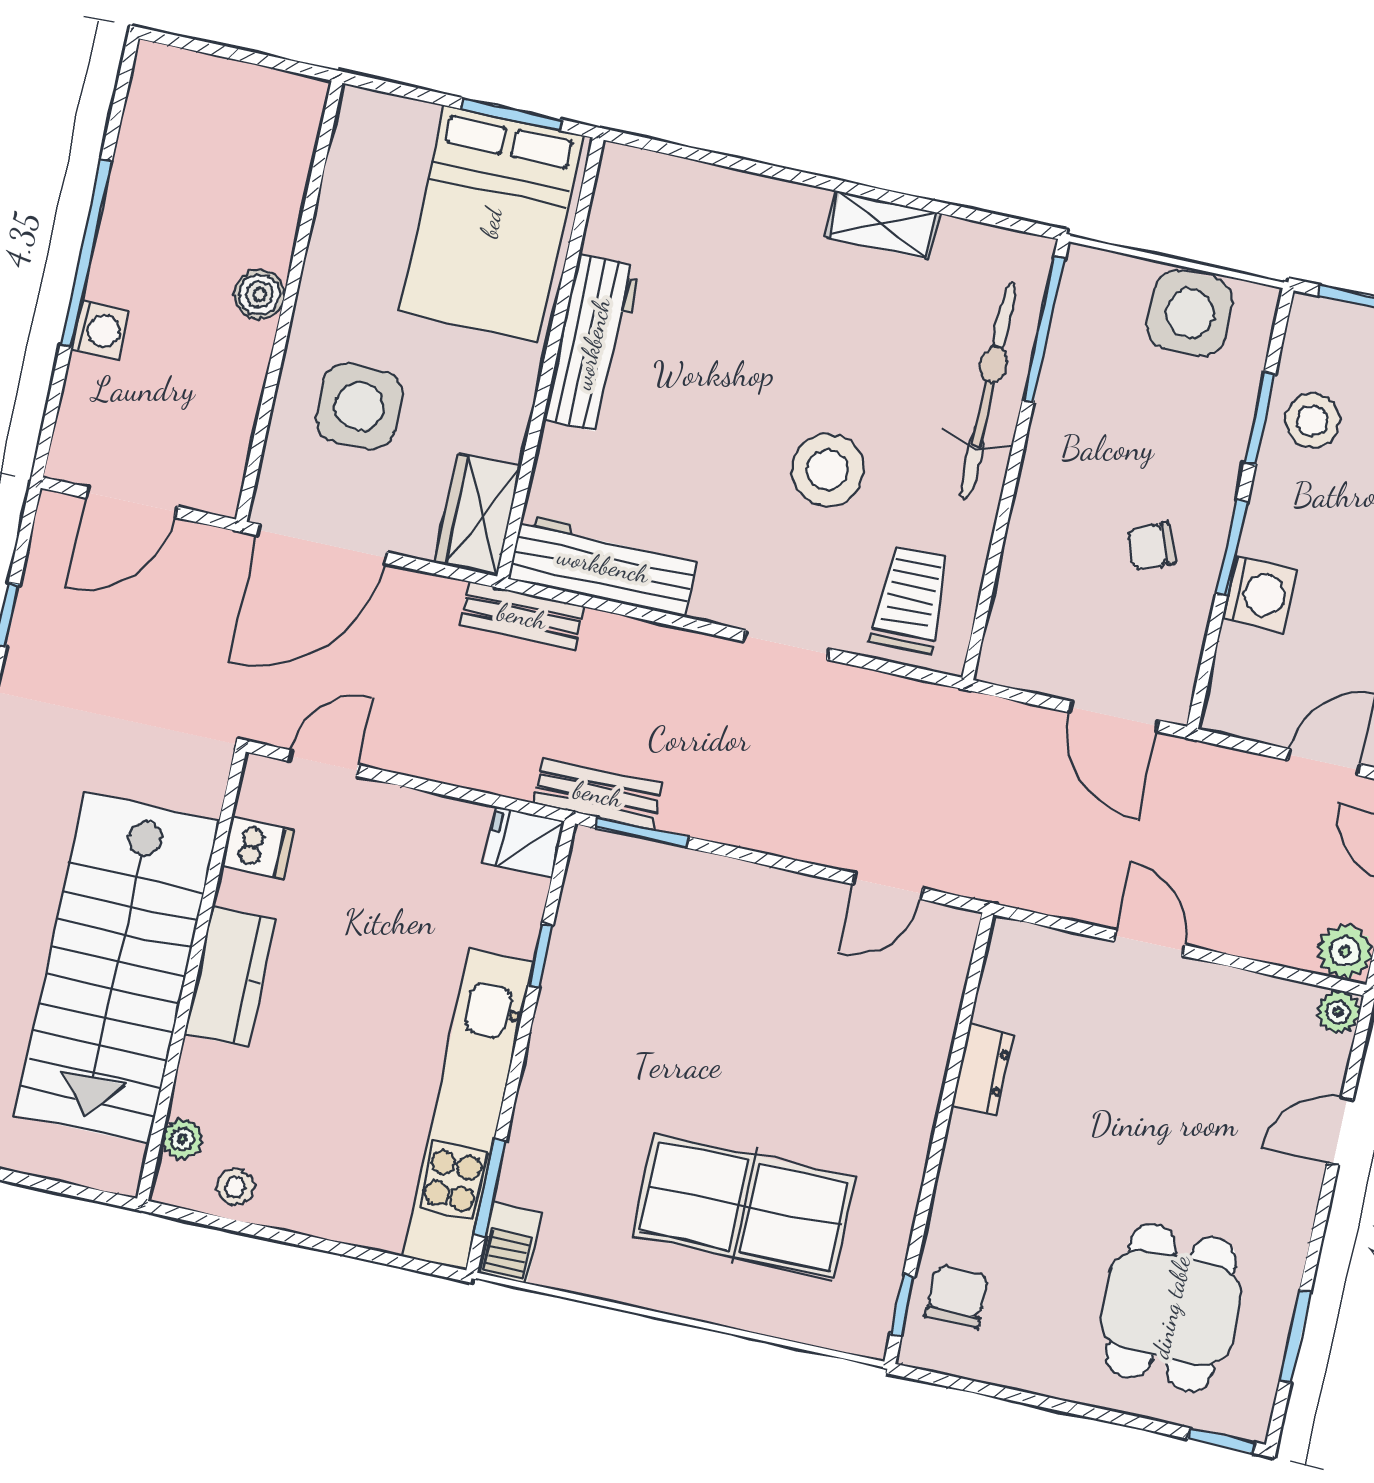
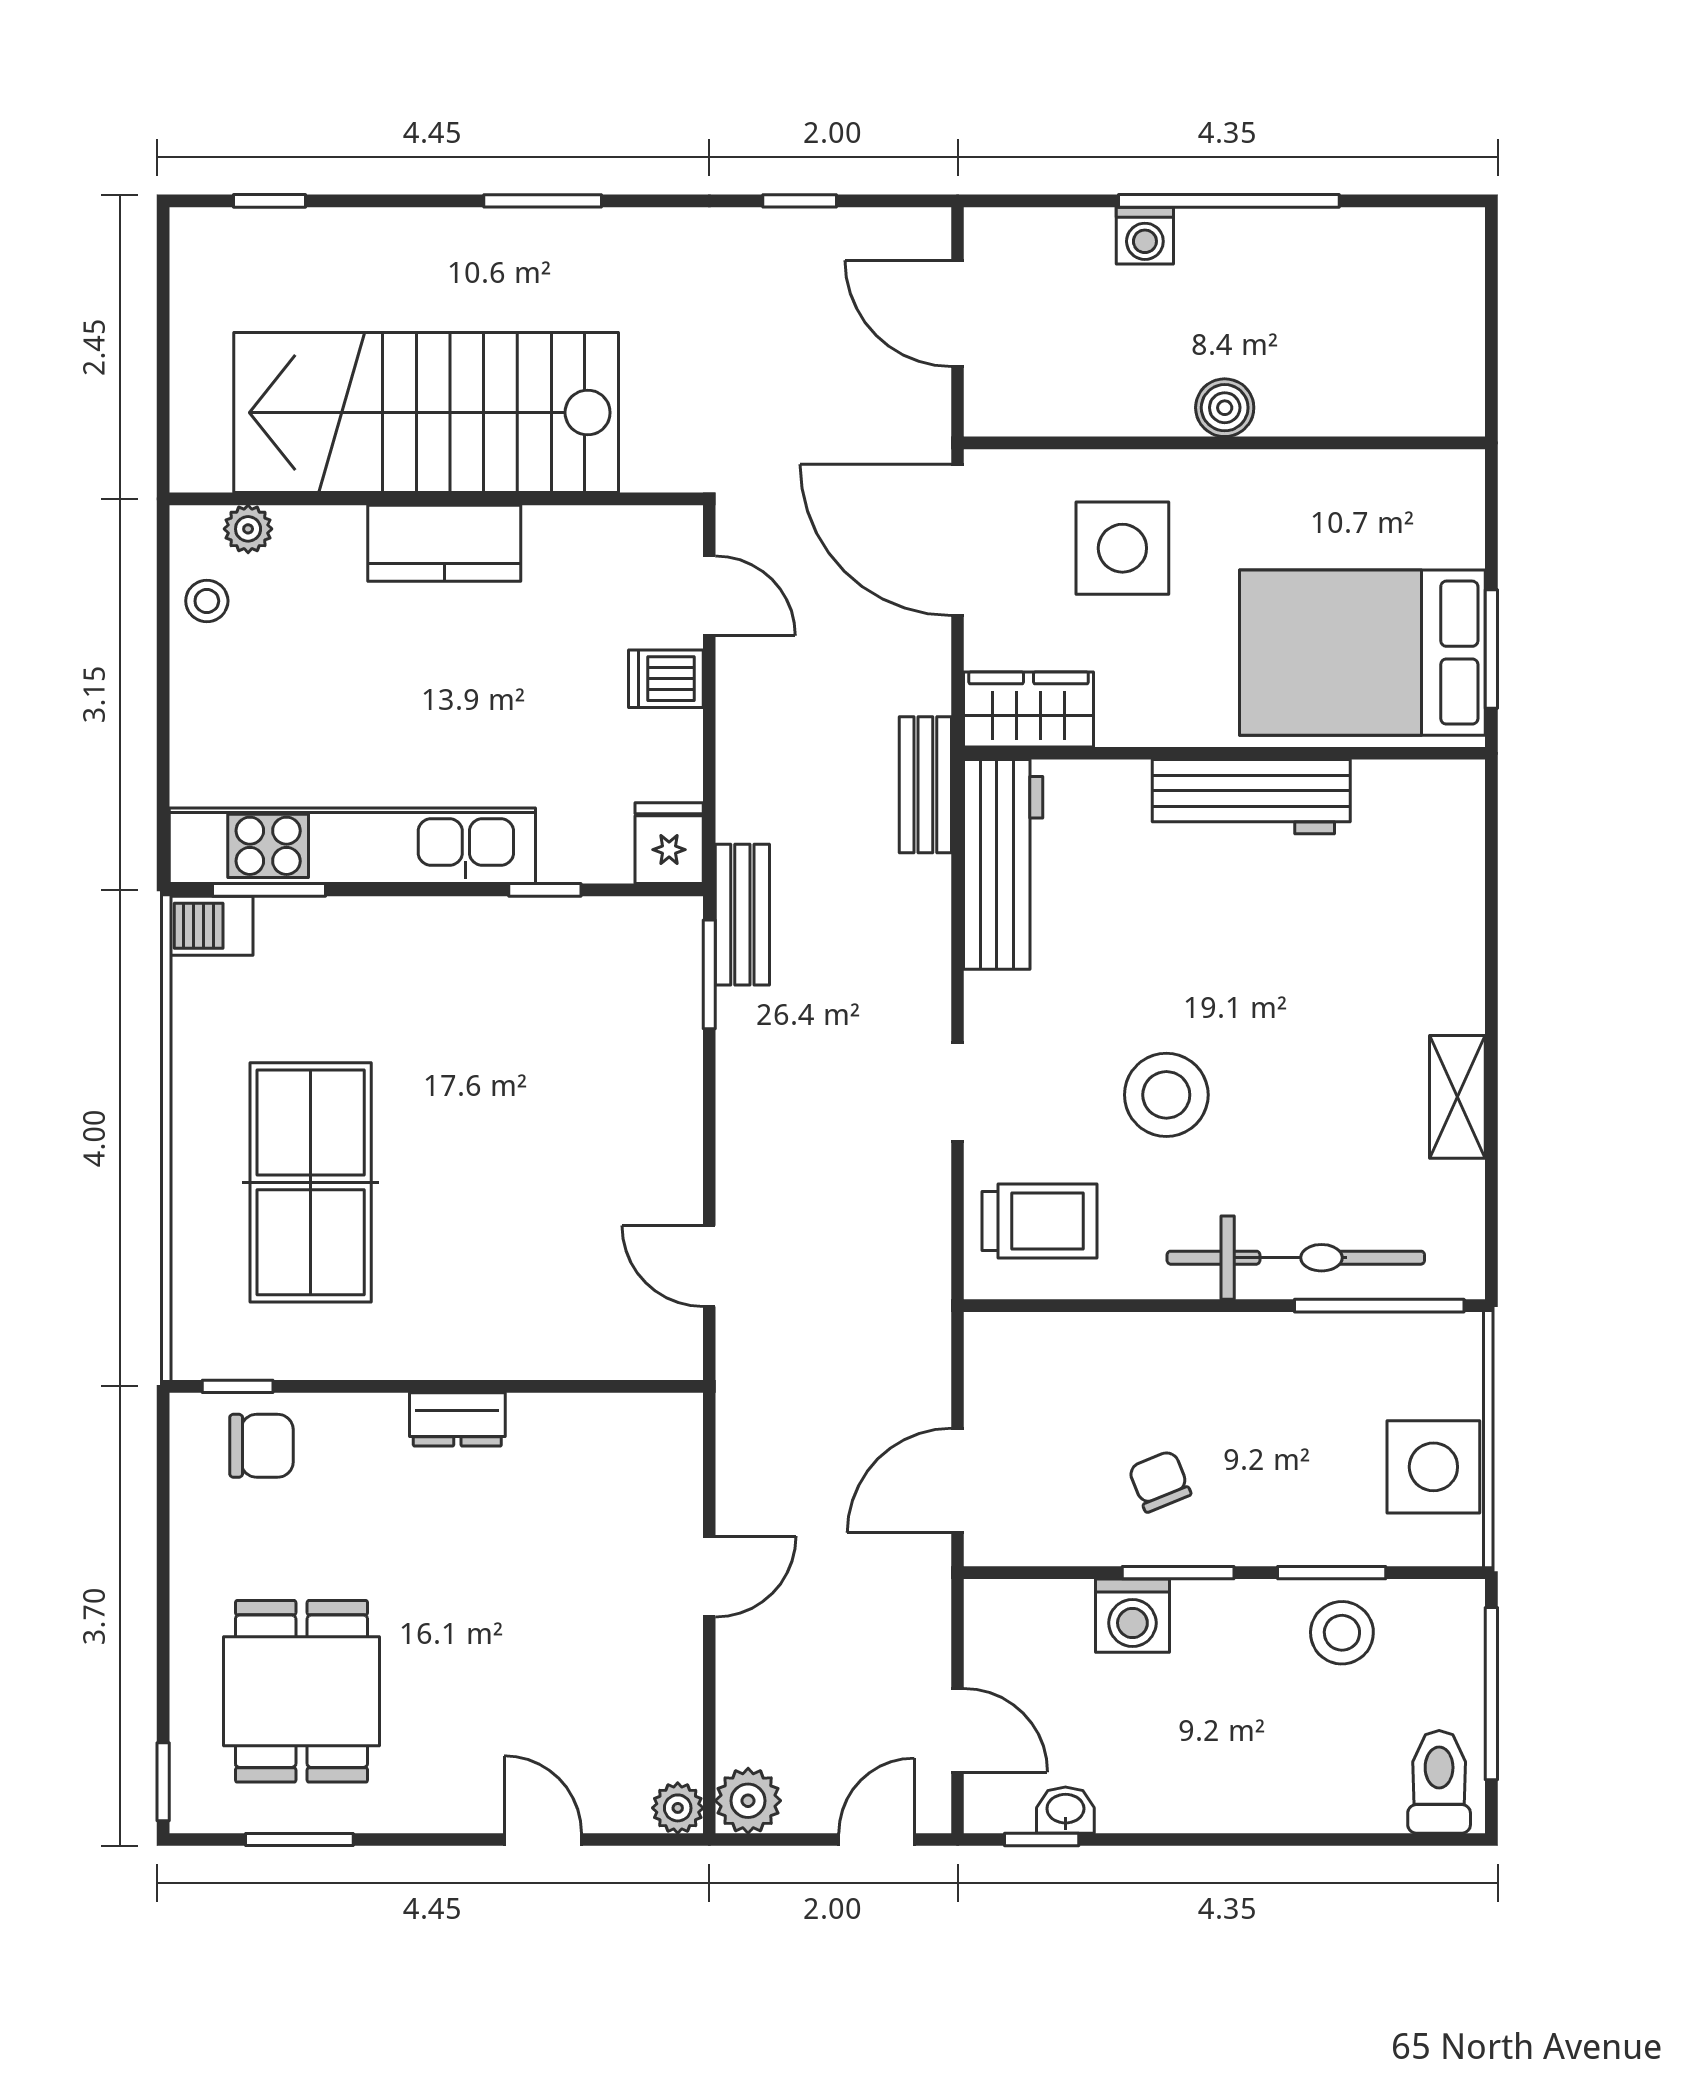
dishwasher: (258, 848) -> (666, 679), moved, turned 90
dresser: (983, 1070) -> (457, 1419), moved
dining table: (1171, 1307) -> (301, 1691), turned 90

